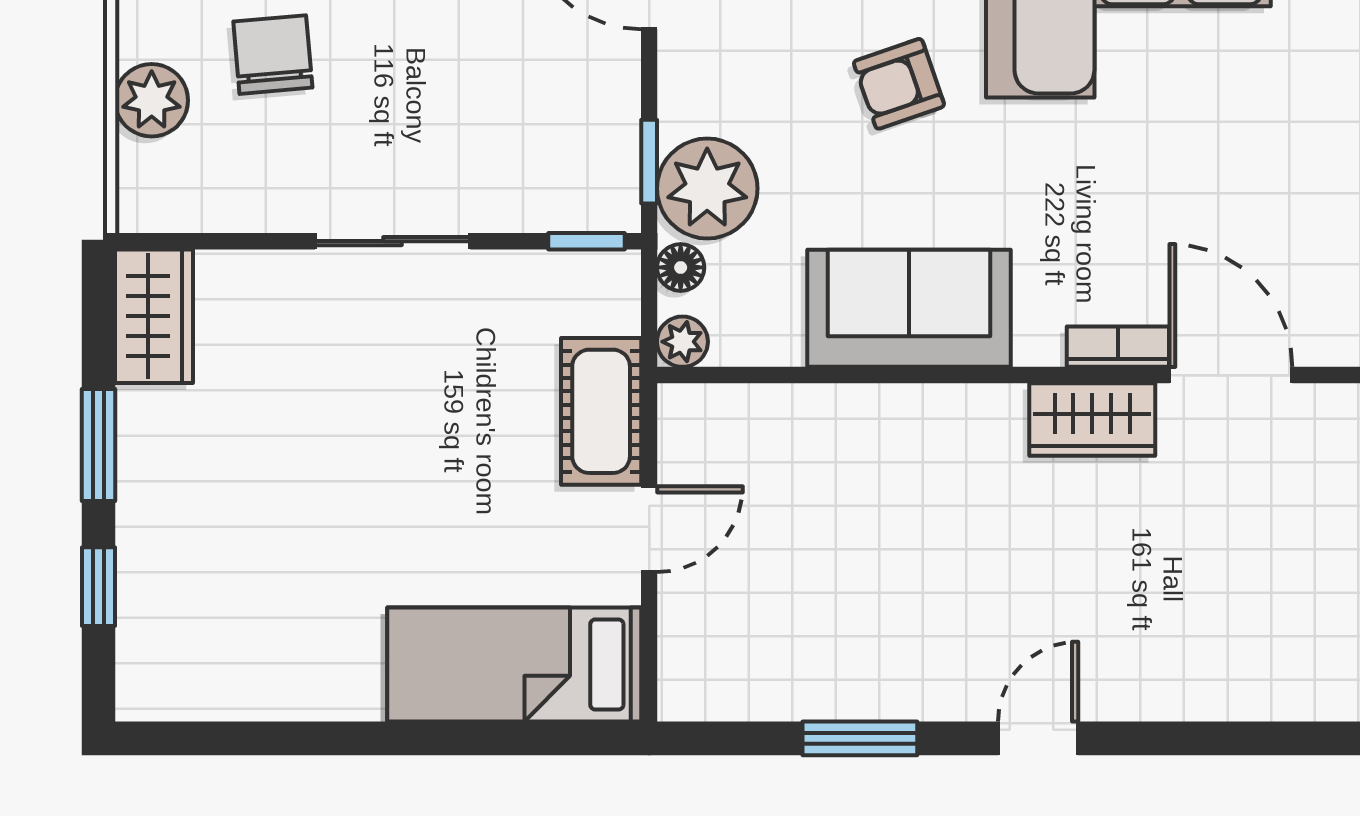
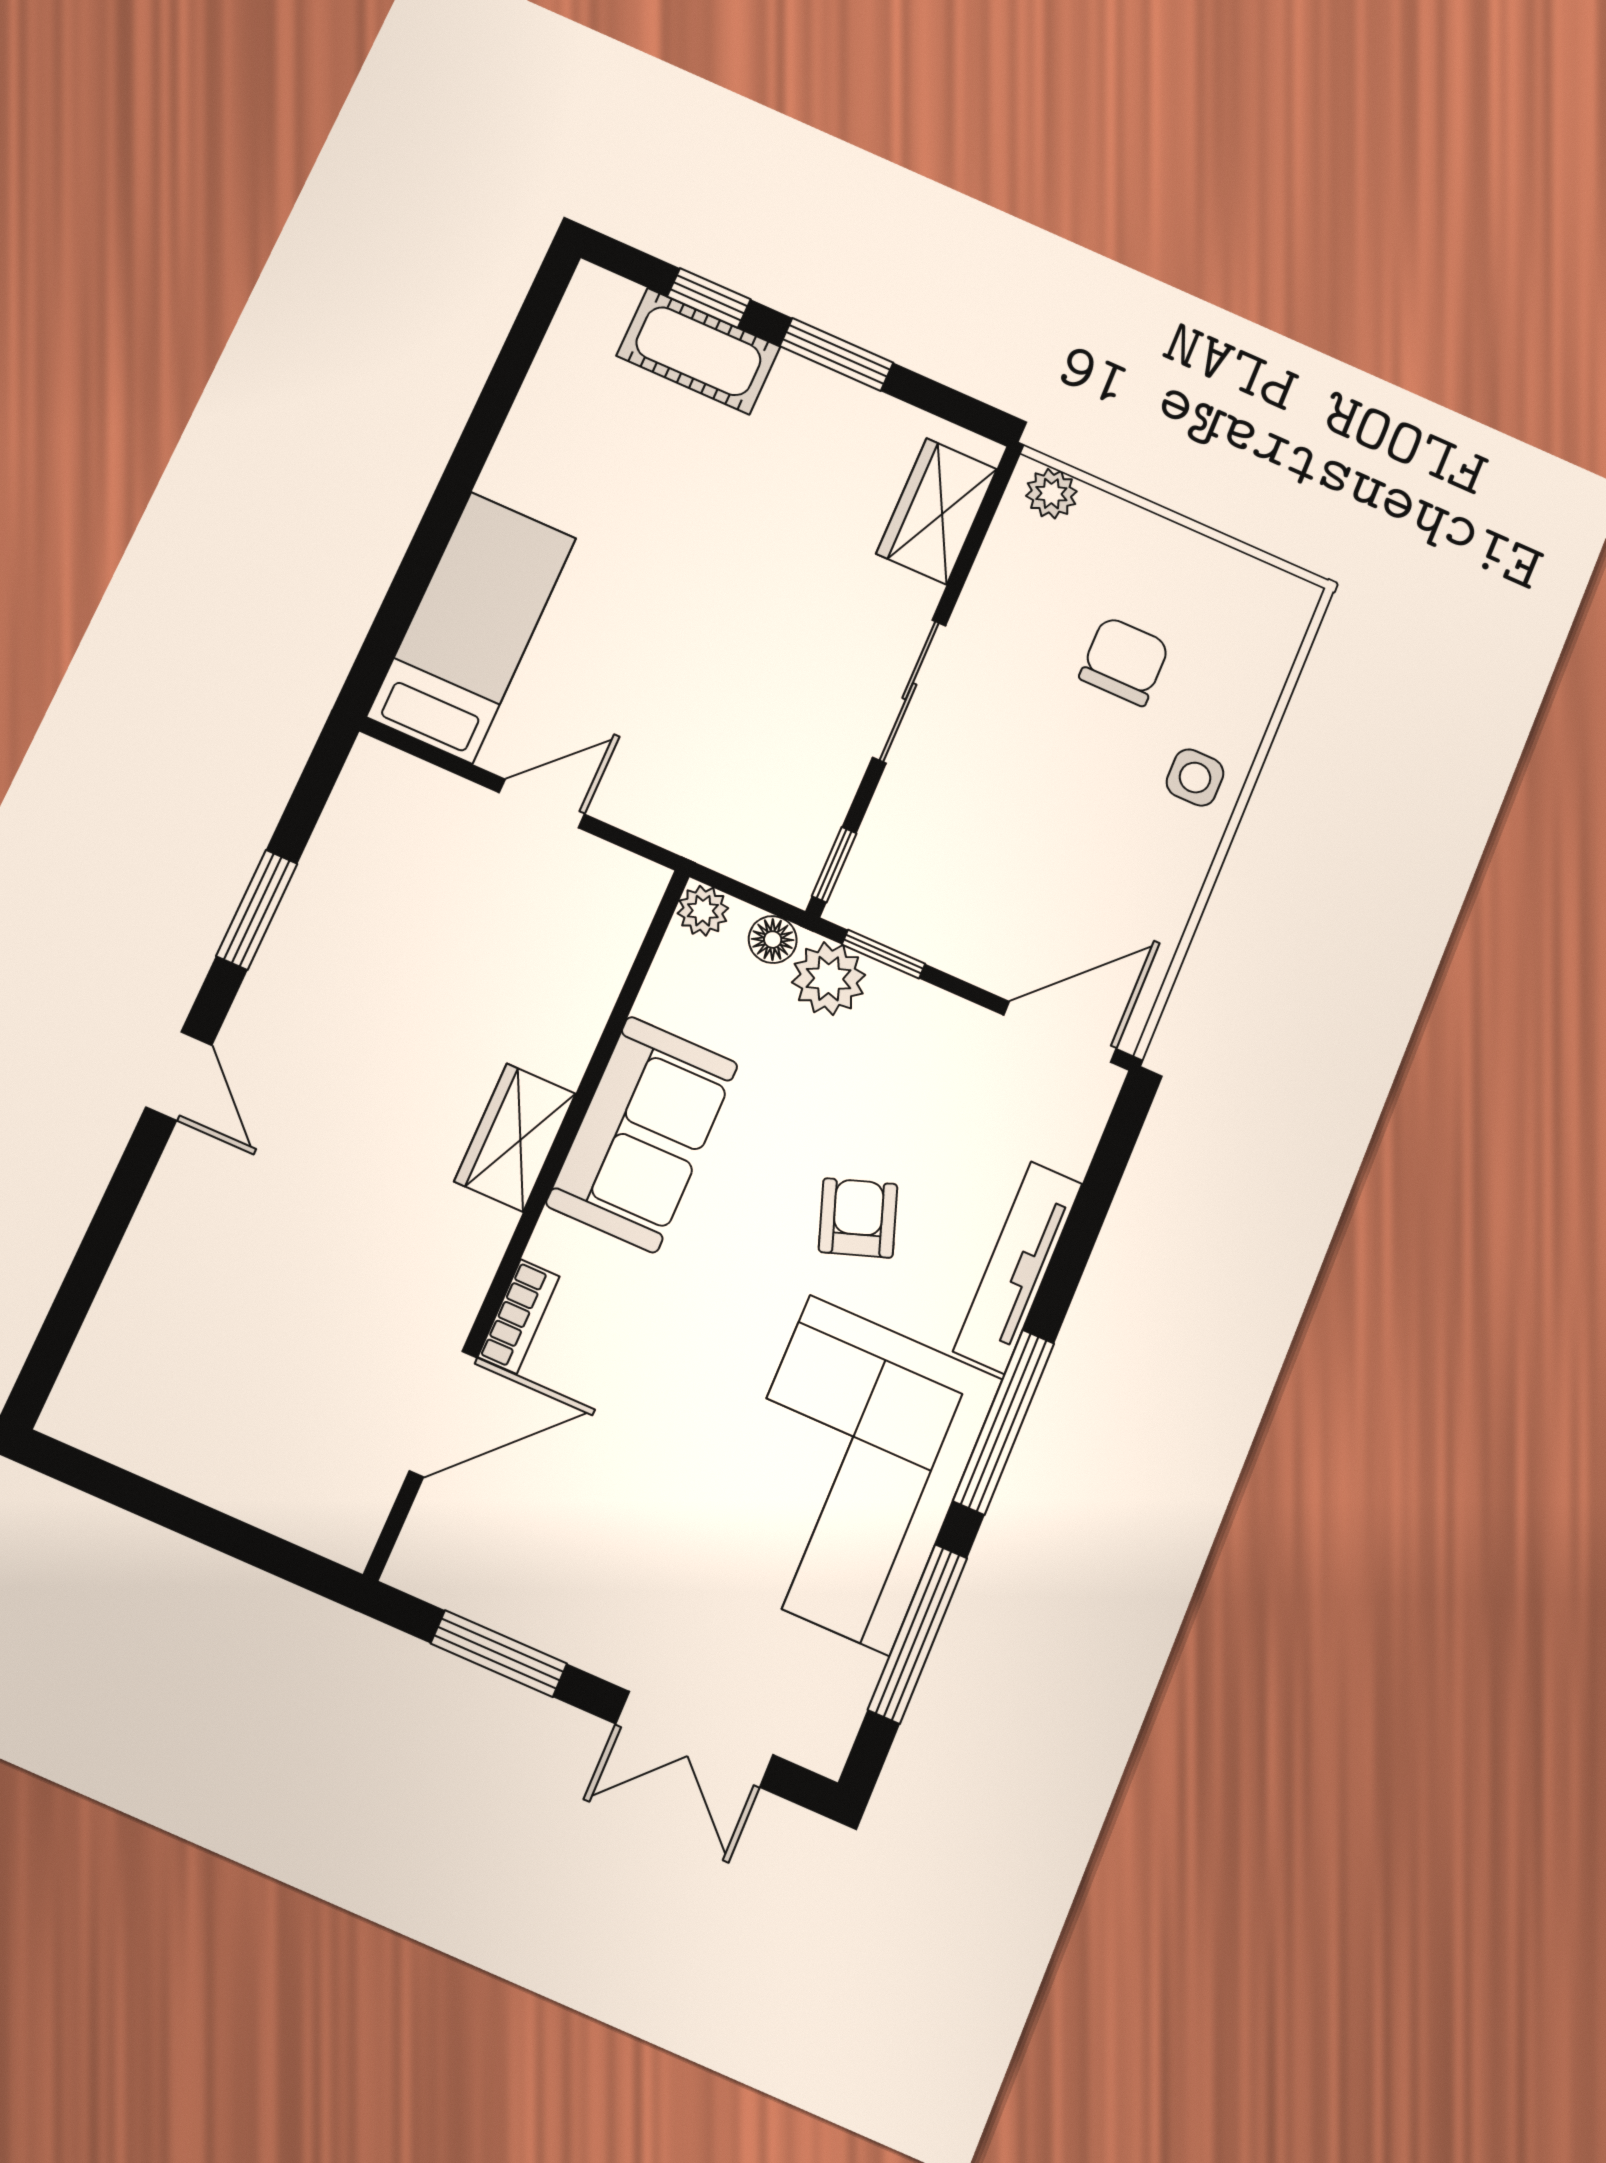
chair: (273, 55) -> (1124, 661), turned -85
plant: (152, 100) -> (1051, 494), moved, width x0.73, depth x0.73
plant: (707, 188) -> (829, 979), width x0.73, depth x0.73
wardrobe: (154, 316) -> (937, 511), moved, turned 90
cot: (601, 411) -> (698, 351), moved
wardrobe: (1092, 419) -> (515, 1138), moved
door: (649, 529) -> (542, 803), swing flipped

